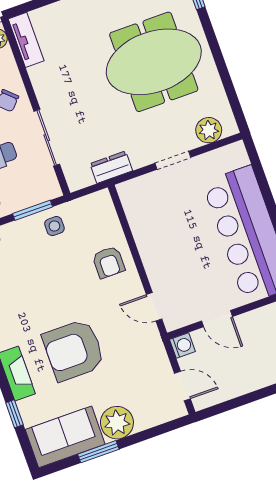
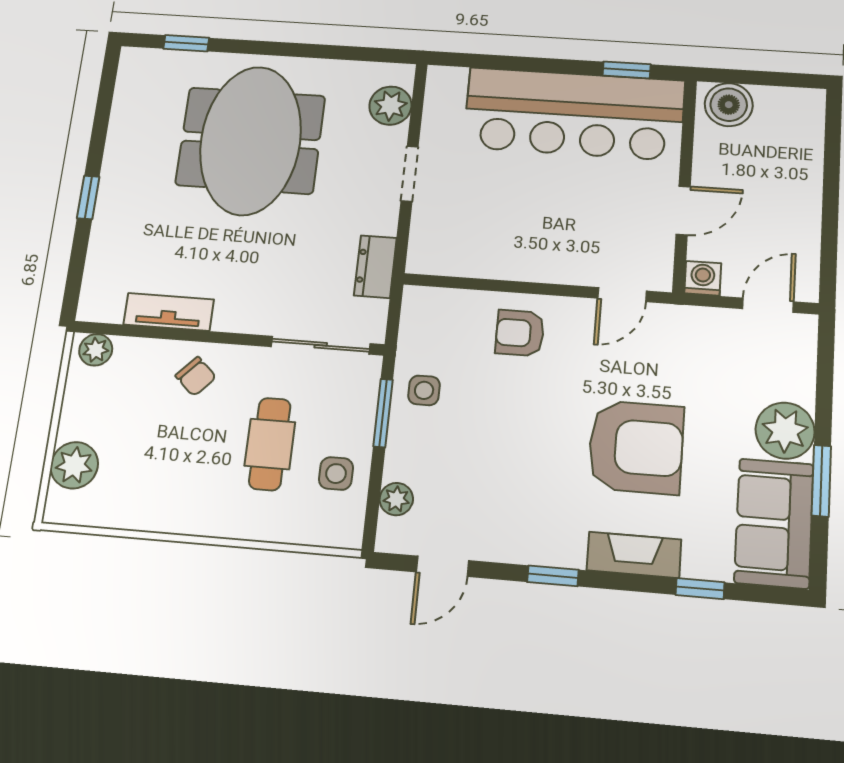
tv unit: (26, 40) -> (169, 312), moved
sliding door: (47, 138) -> (321, 345), moved
armchair: (109, 262) -> (520, 333), turned 180
armchair: (74, 350) -> (636, 447), turned -90

